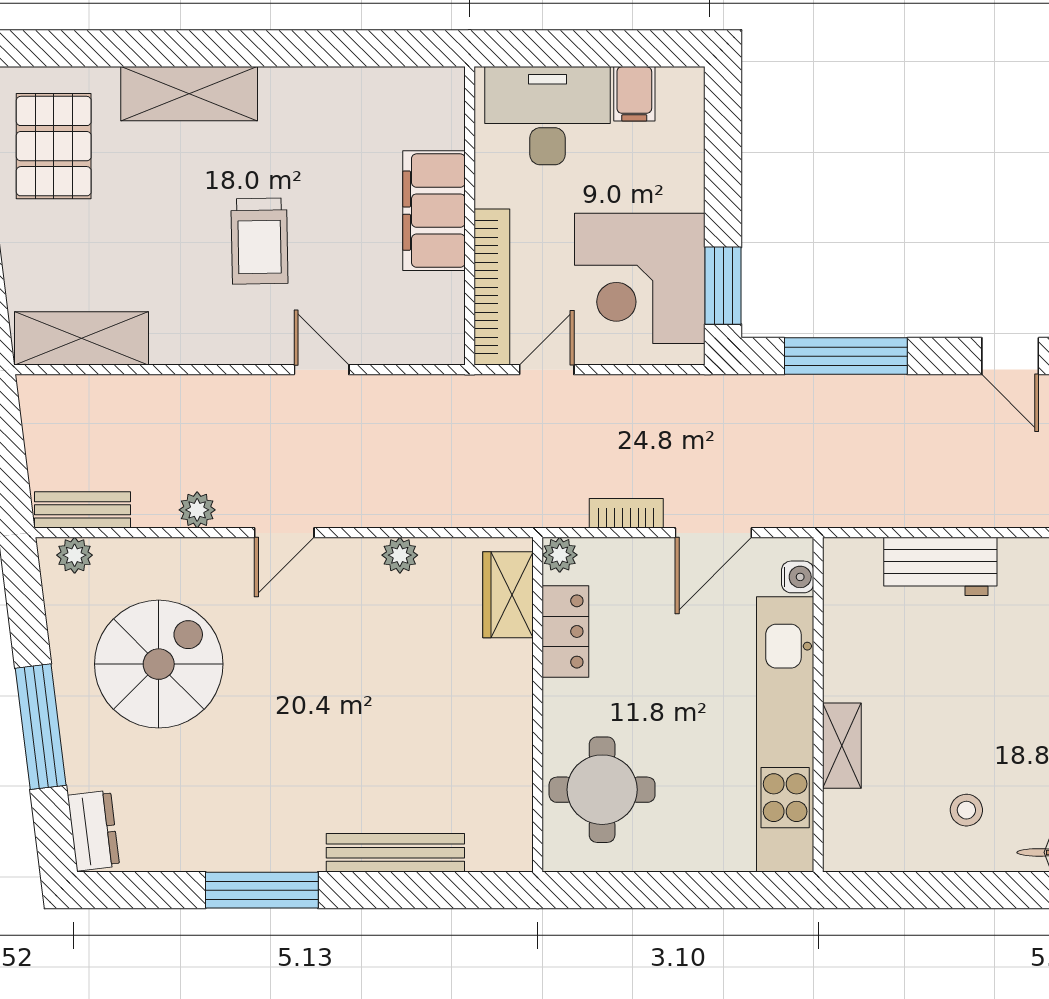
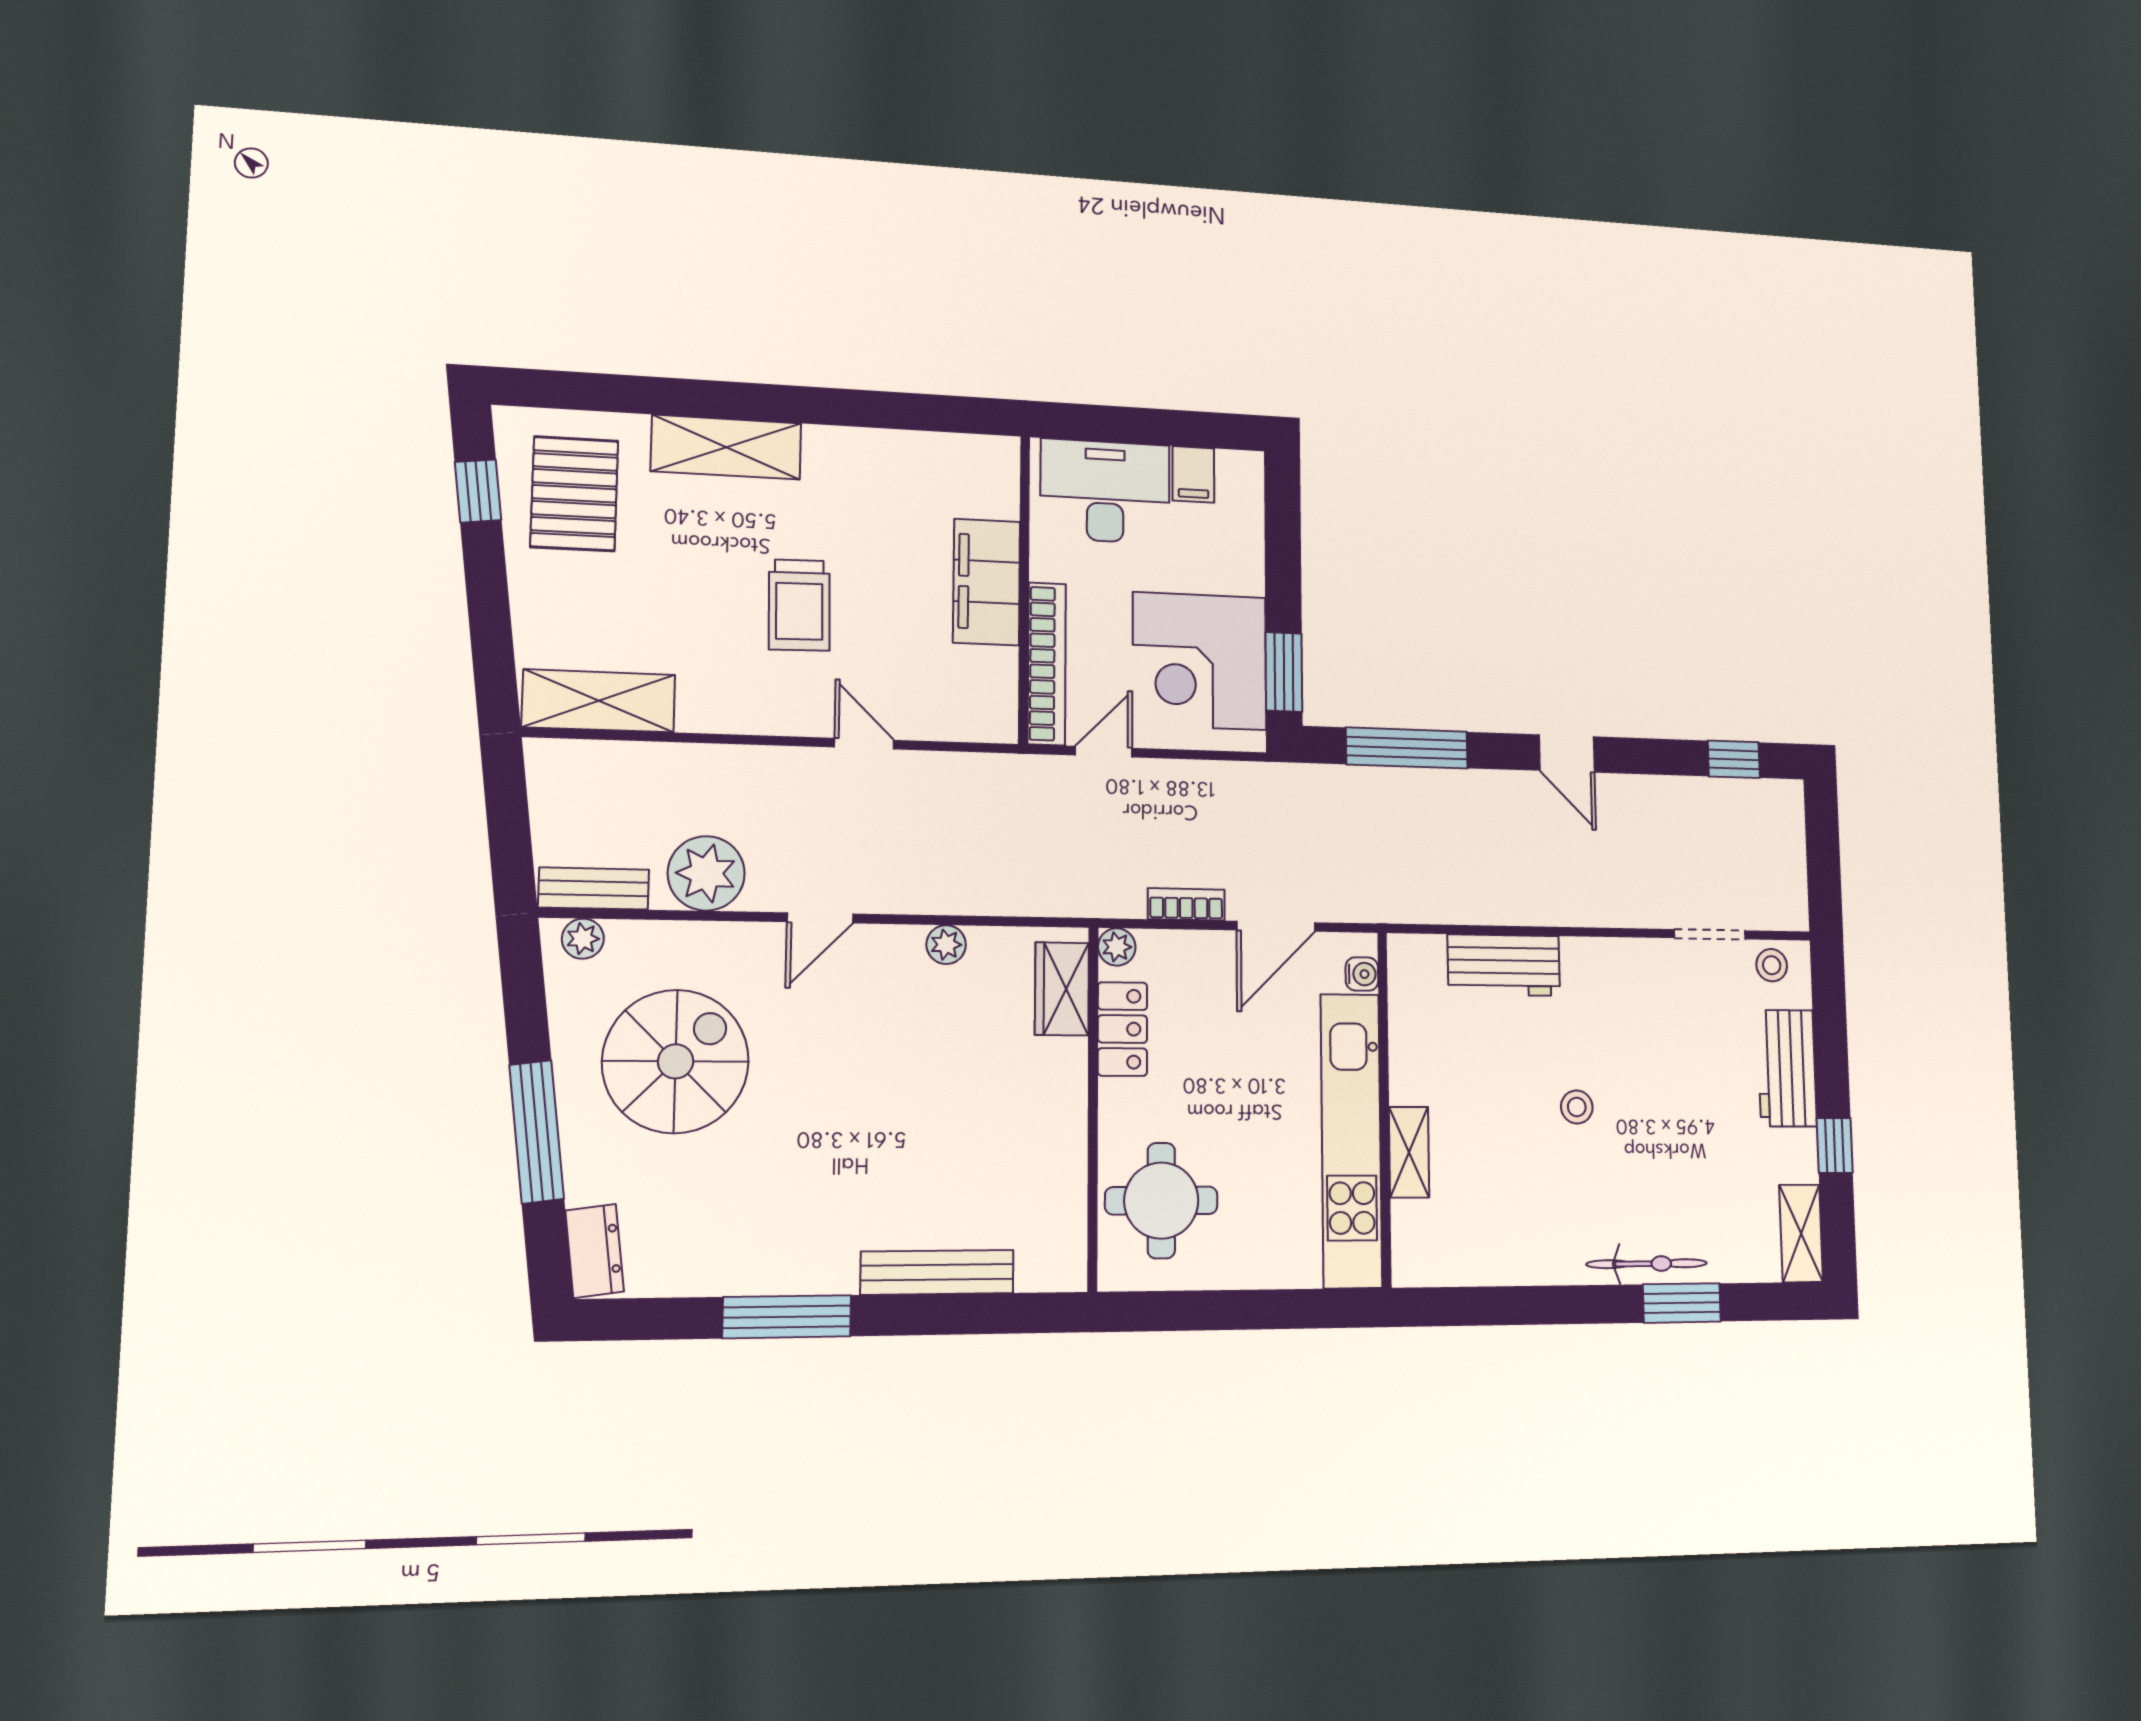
plant: (197, 510) -> (706, 873), width x1.87, depth x1.87
stool: (966, 810) -> (1577, 1107), moved

